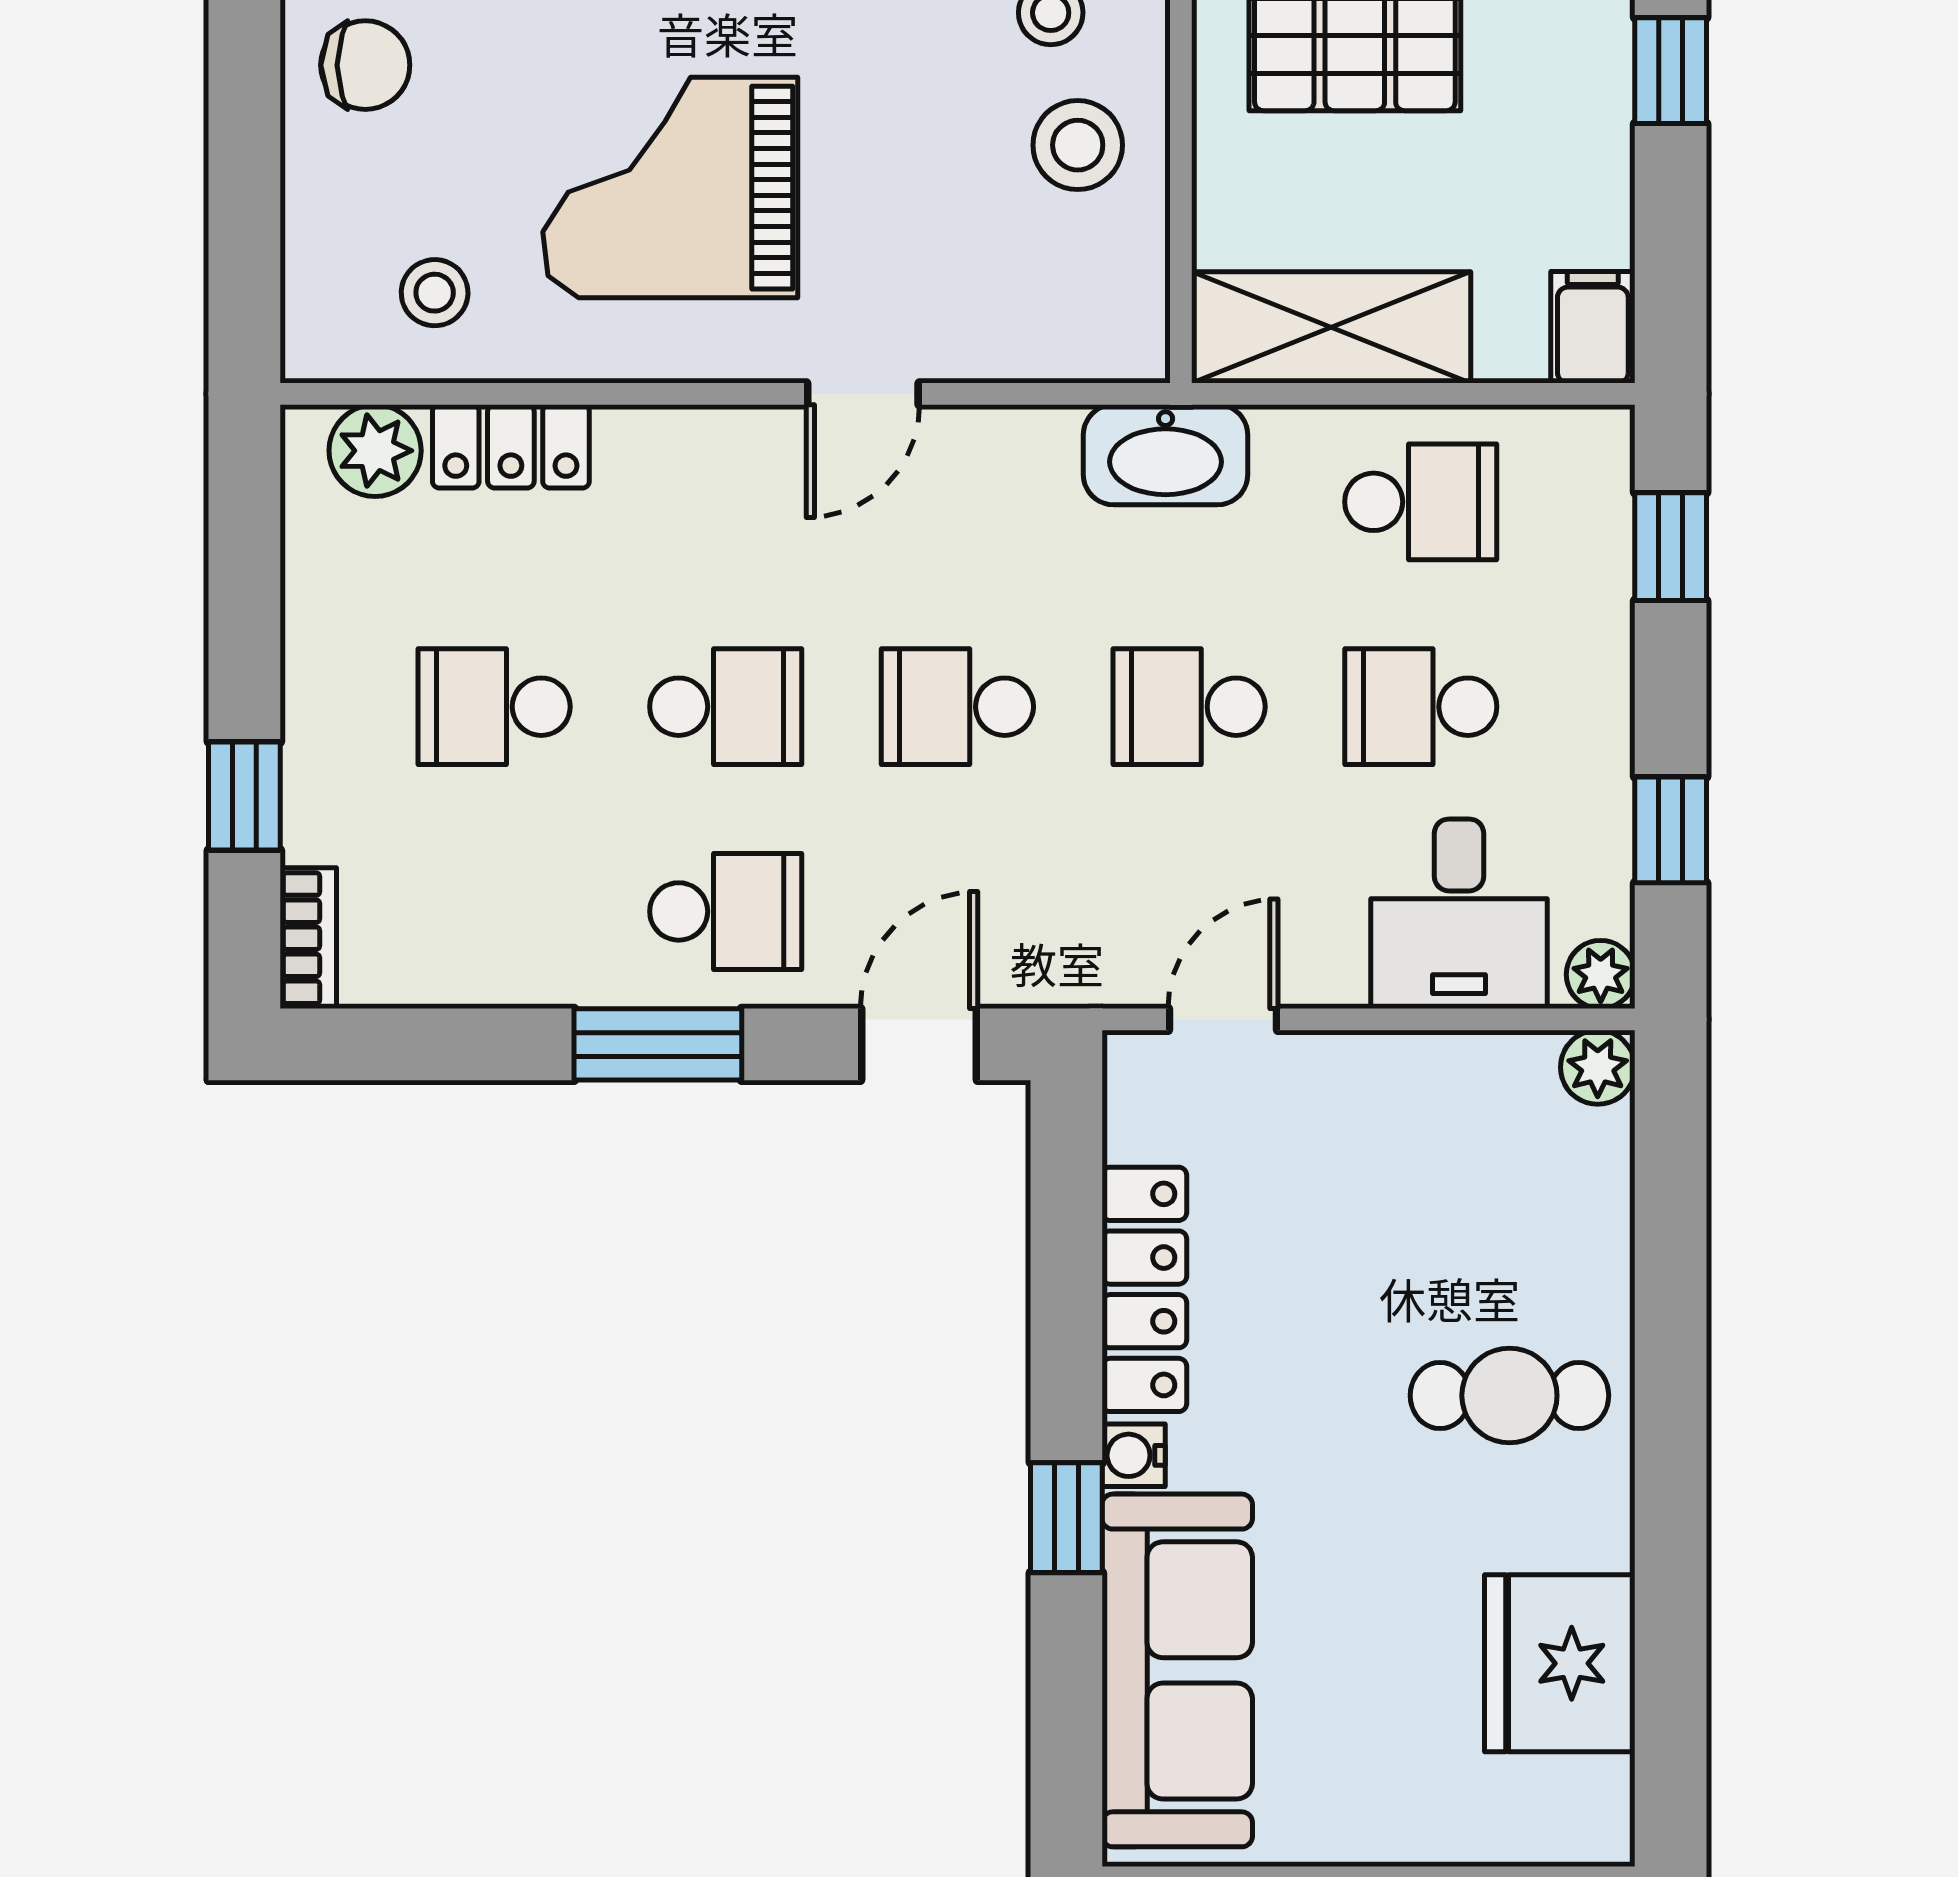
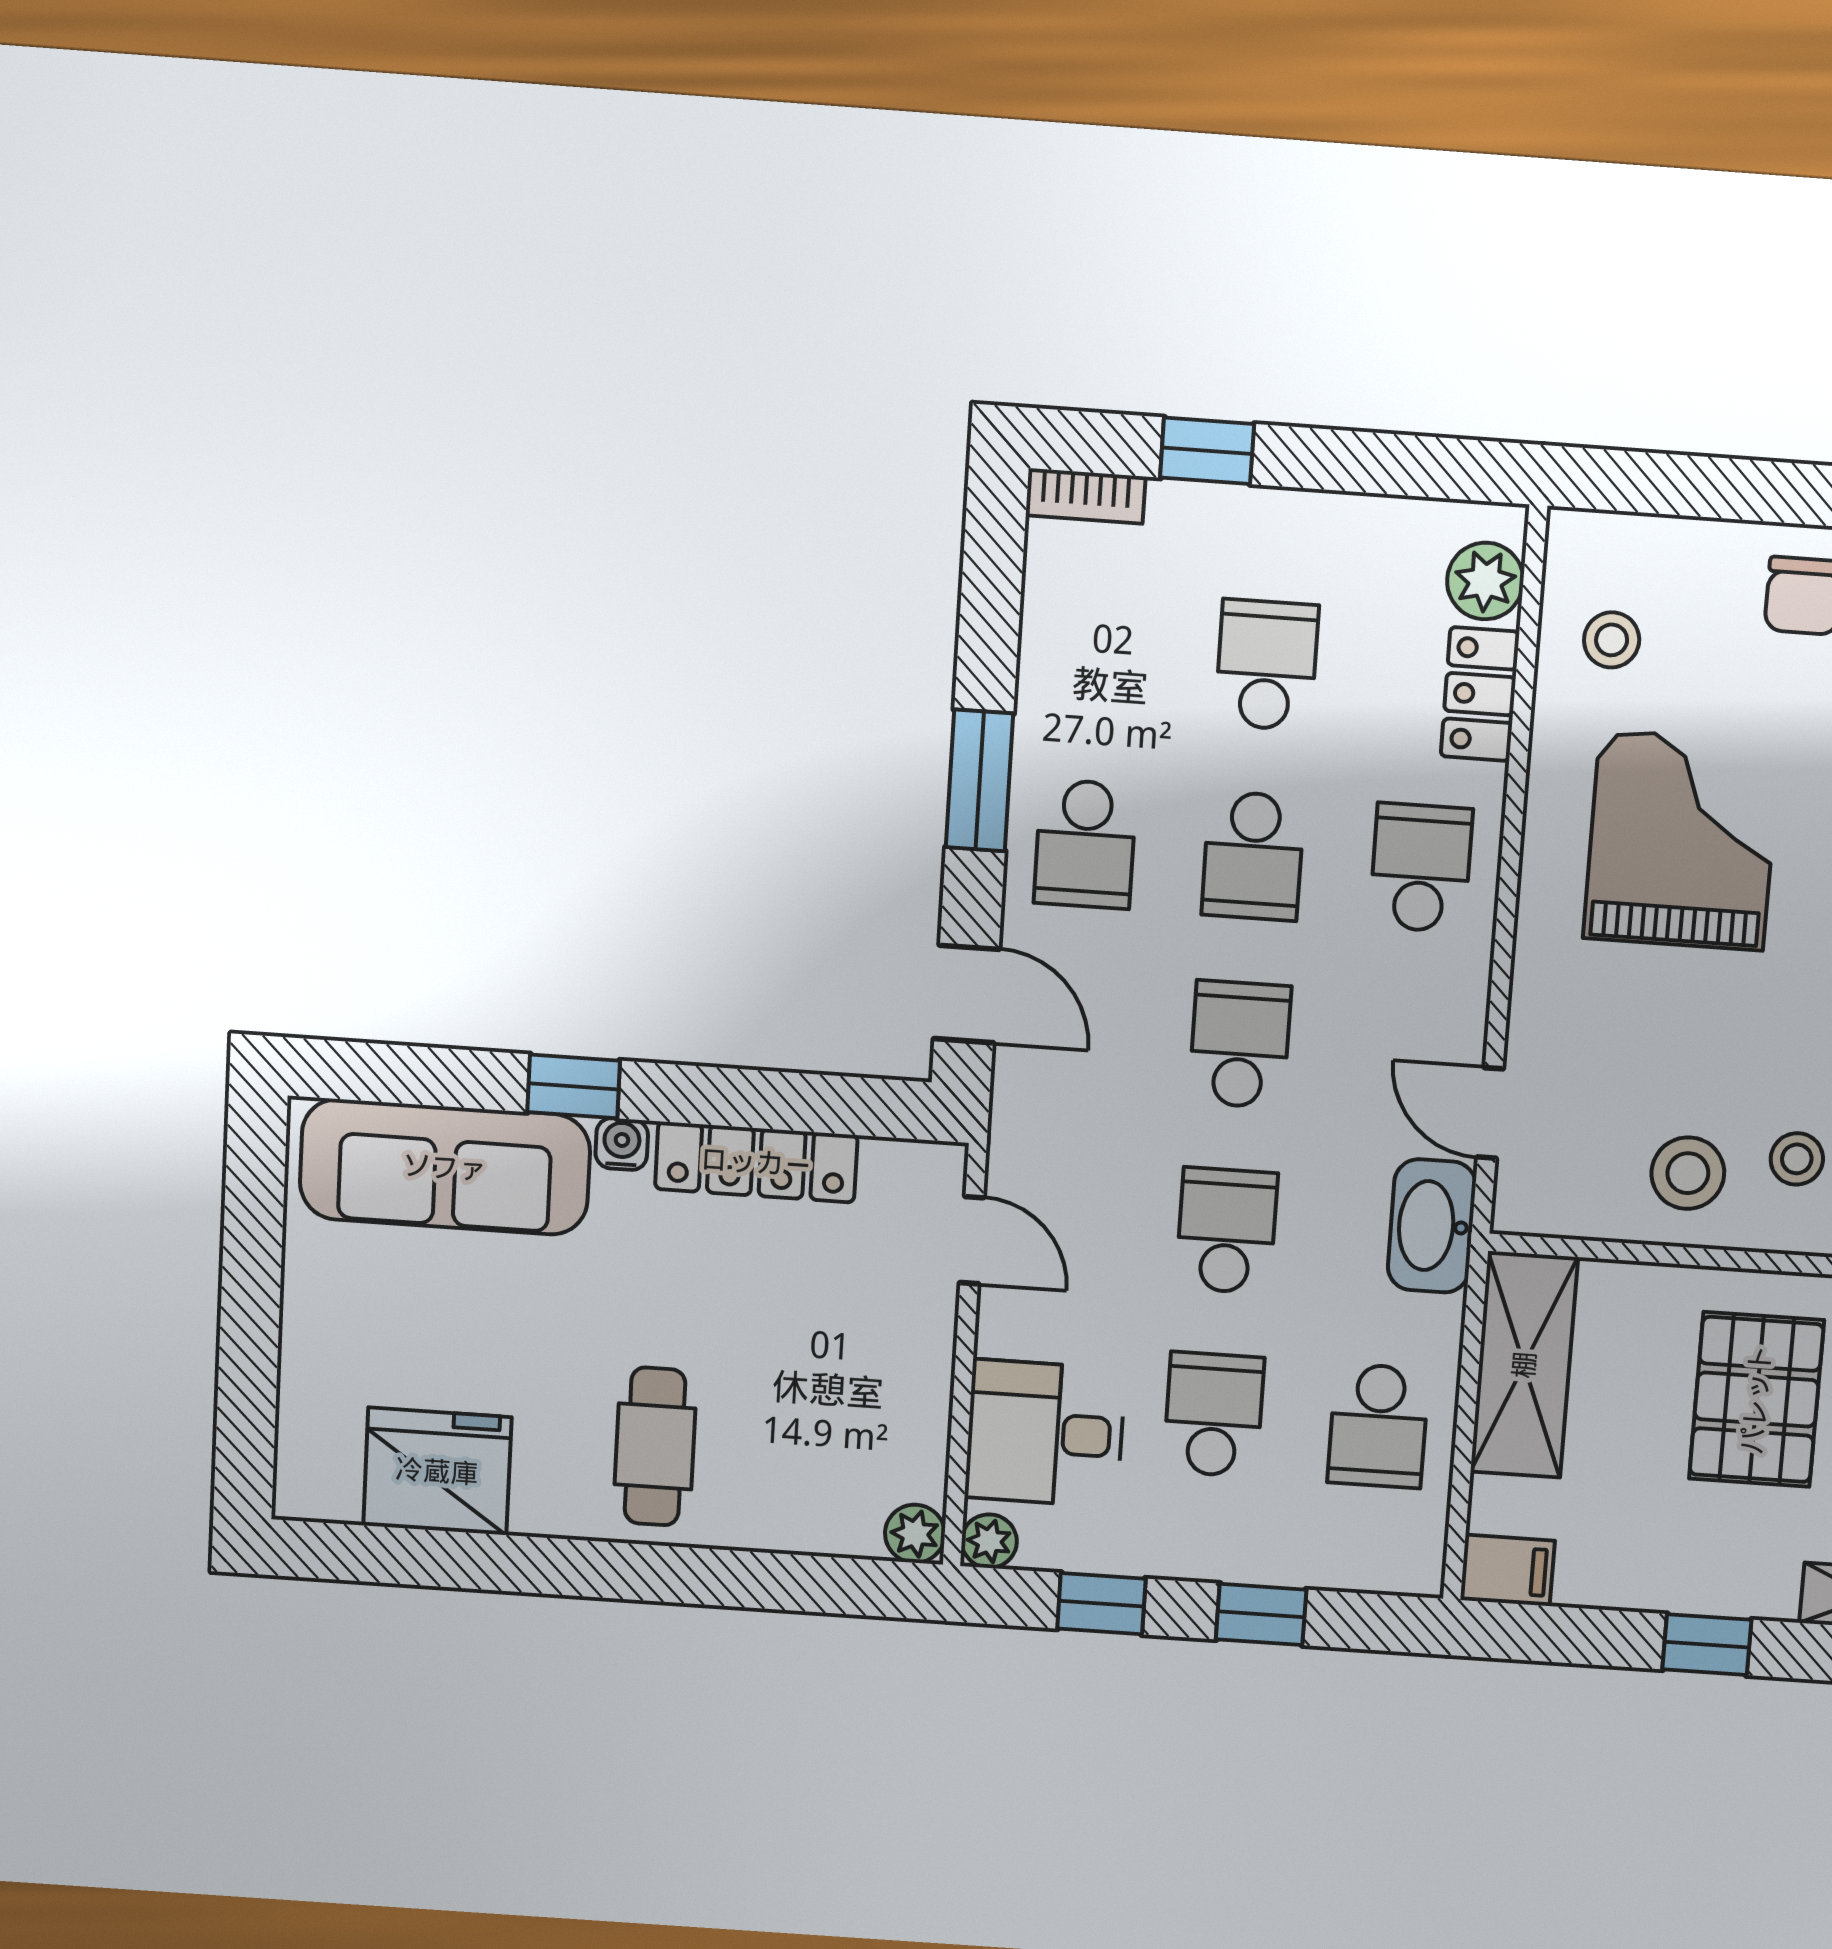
door: (863, 394) -> (1490, 1113), moved
school desk: (726, 502) -> (1421, 868), added
window: (1671, 547) -> (1261, 1614), moved

